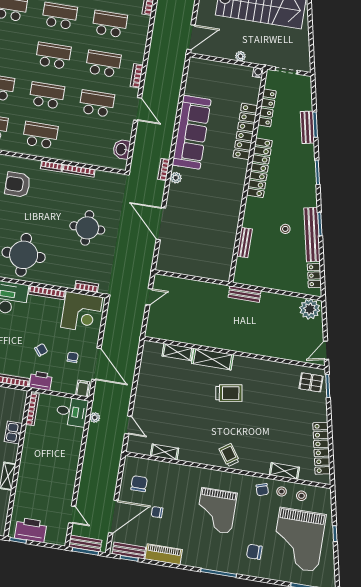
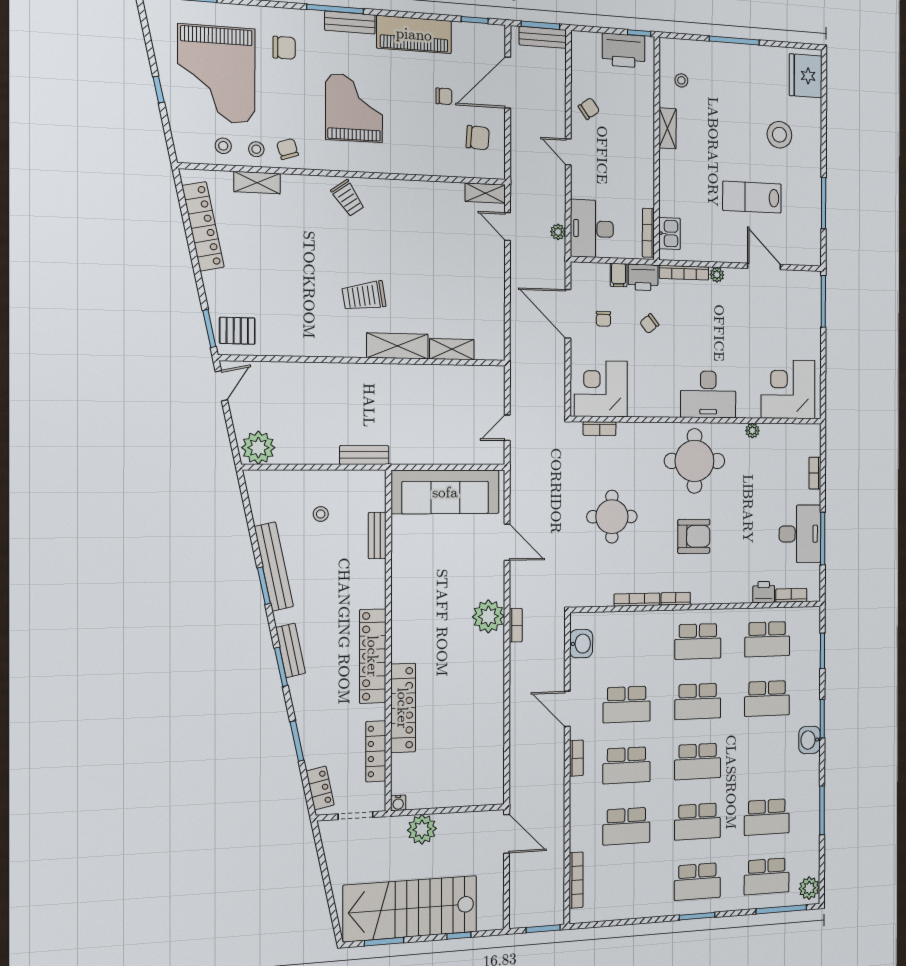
door: (191, 37) -> (507, 834), swing flipped
plant: (240, 56) -> (422, 829), width x1.87, depth x1.87
bench: (307, 127) -> (291, 650), moved
sofa: (192, 132) -> (445, 492), moved, turned -90
plant: (176, 178) -> (488, 616), width x1.87, depth x1.87
armchair: (18, 184) -> (694, 536), moved
door: (161, 224) -> (507, 542), width x0.73
stool: (285, 229) -> (321, 514), moved
locker: (314, 276) -> (320, 788), moved
bookcase: (47, 293) -> (654, 410), removed
filing cabinet: (83, 388) -> (619, 275), moved
desk: (72, 412) -> (592, 229), width x1.37
kitchen sink: (13, 432) -> (669, 233), moved
shelving: (165, 452) -> (485, 193), moved
chair: (139, 484) -> (478, 138), turned -86
chair: (61, 495) -> (589, 109), added
door: (72, 515) -> (568, 152), moved
grand piano: (299, 540) -> (216, 74), turned 180
bench: (129, 551) -> (350, 23), moved
piano: (164, 554) -> (414, 34), width x1.37, depth x1.33

